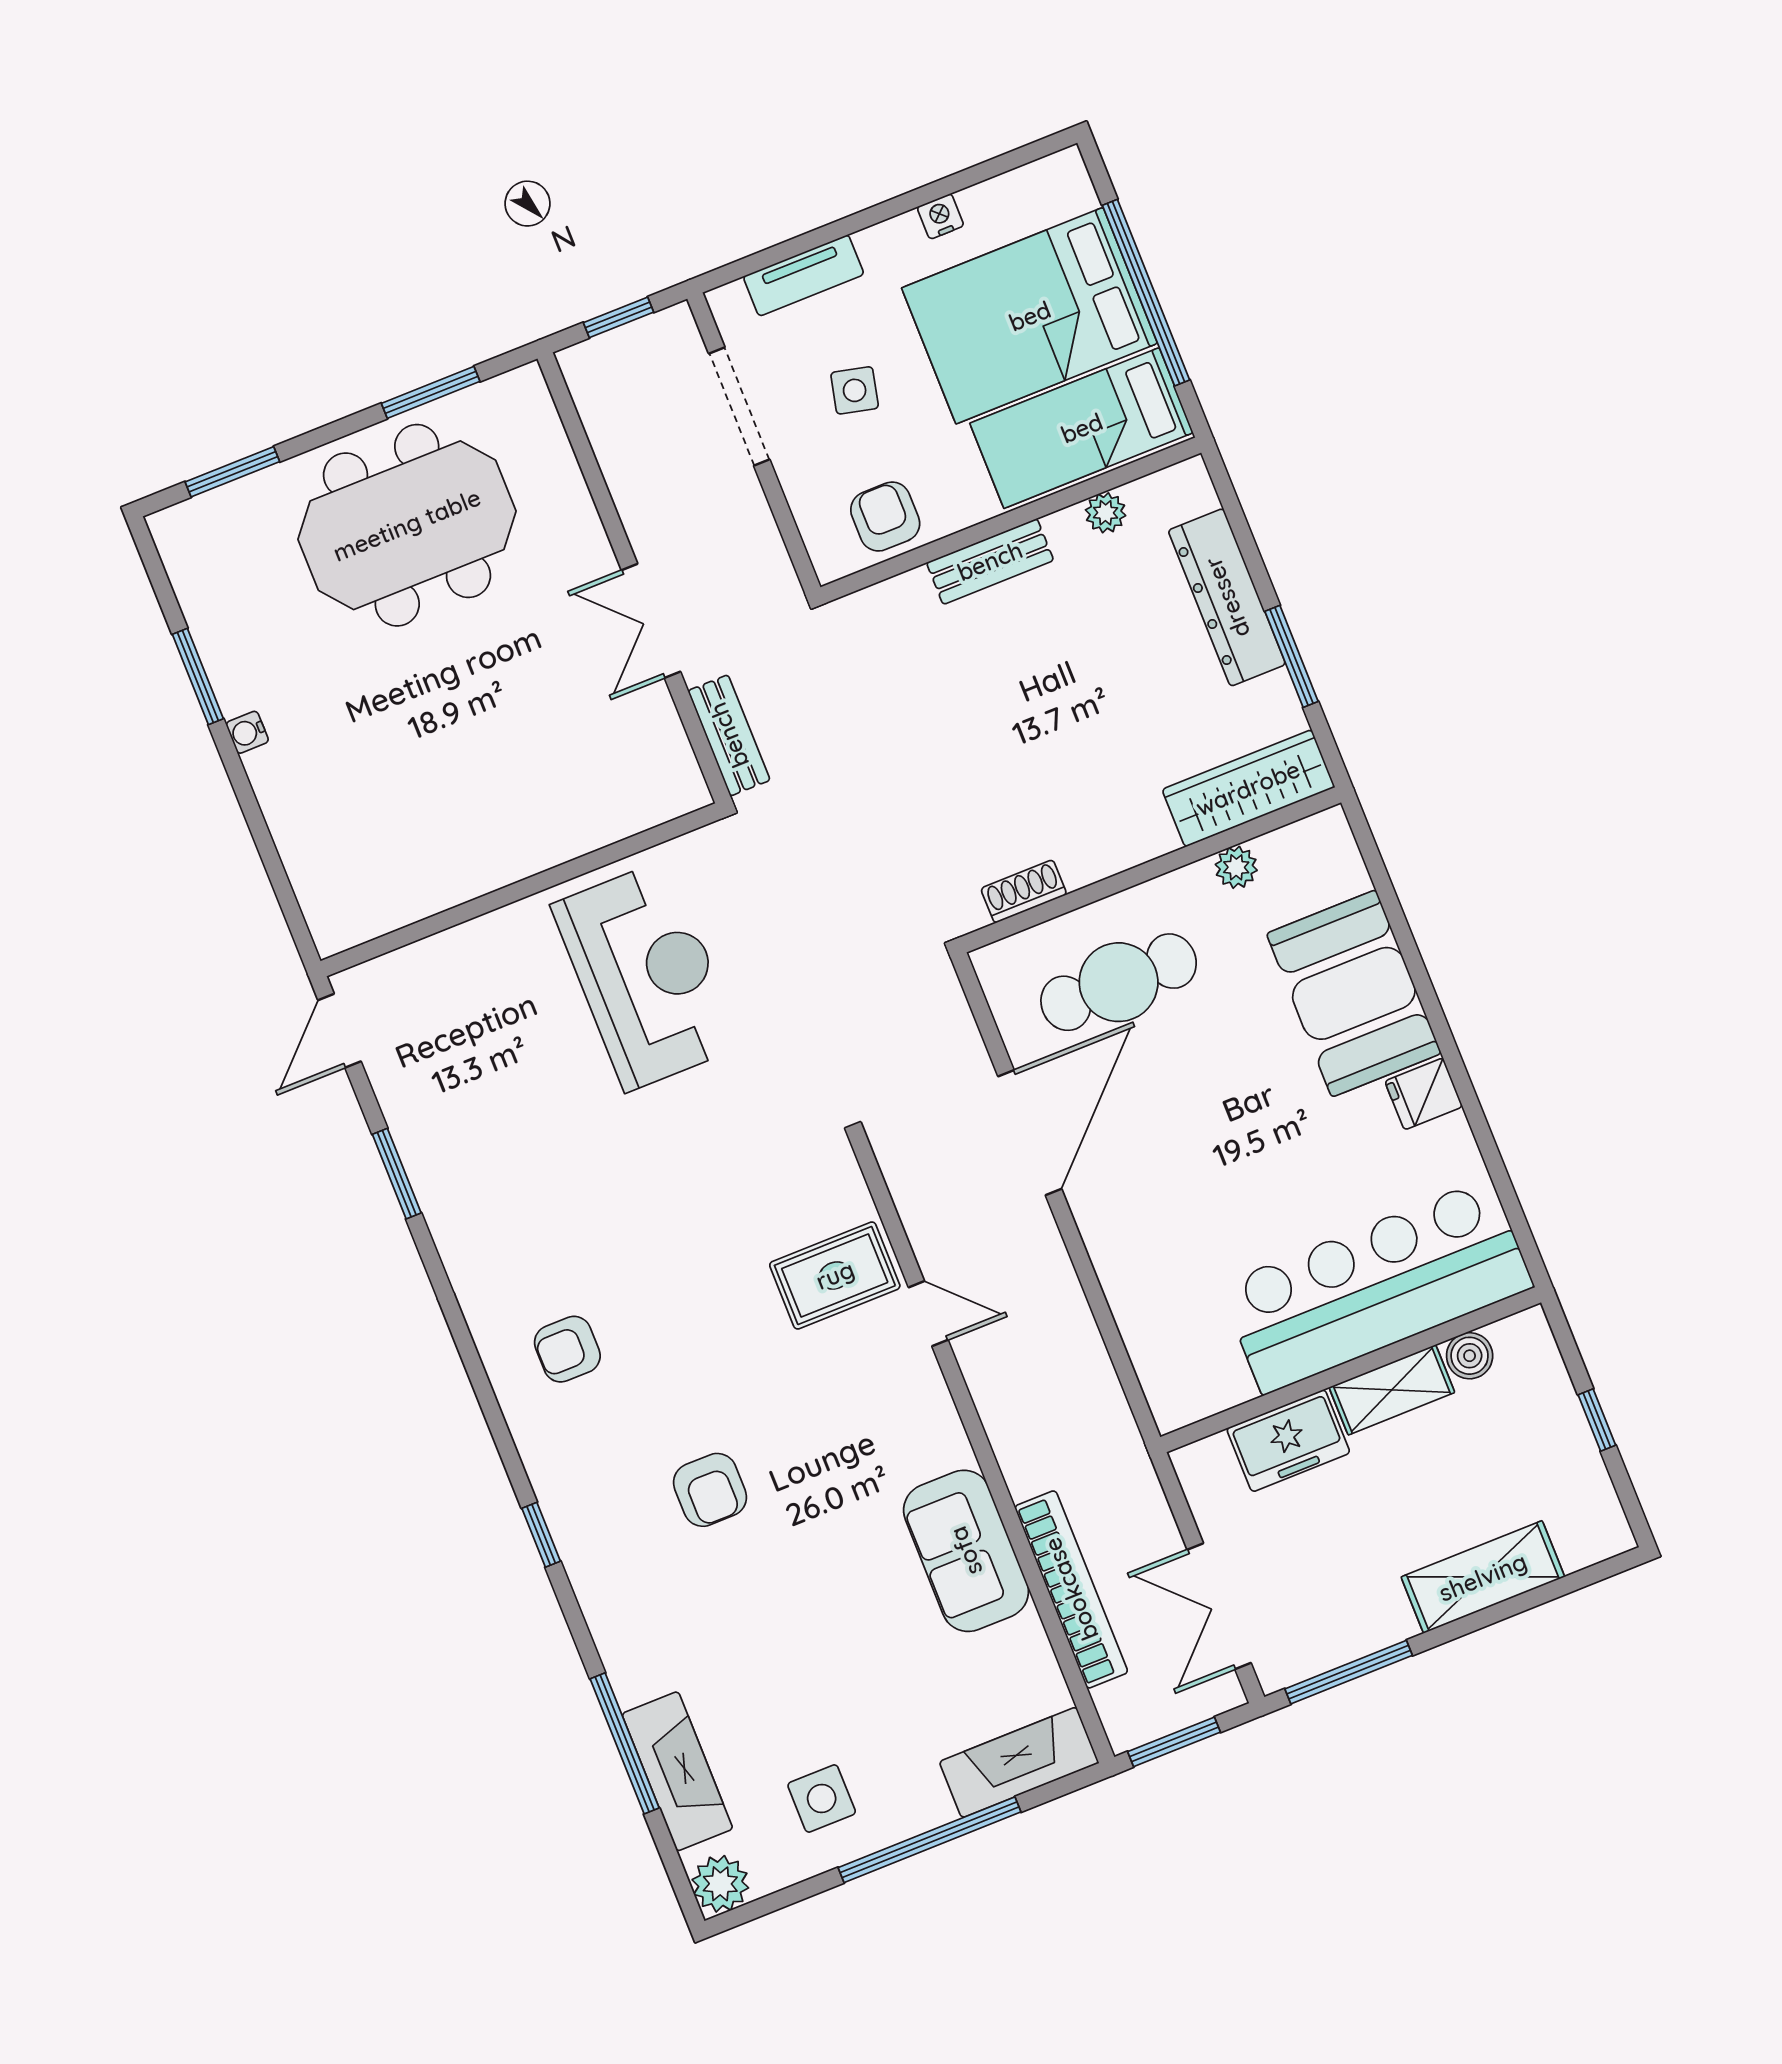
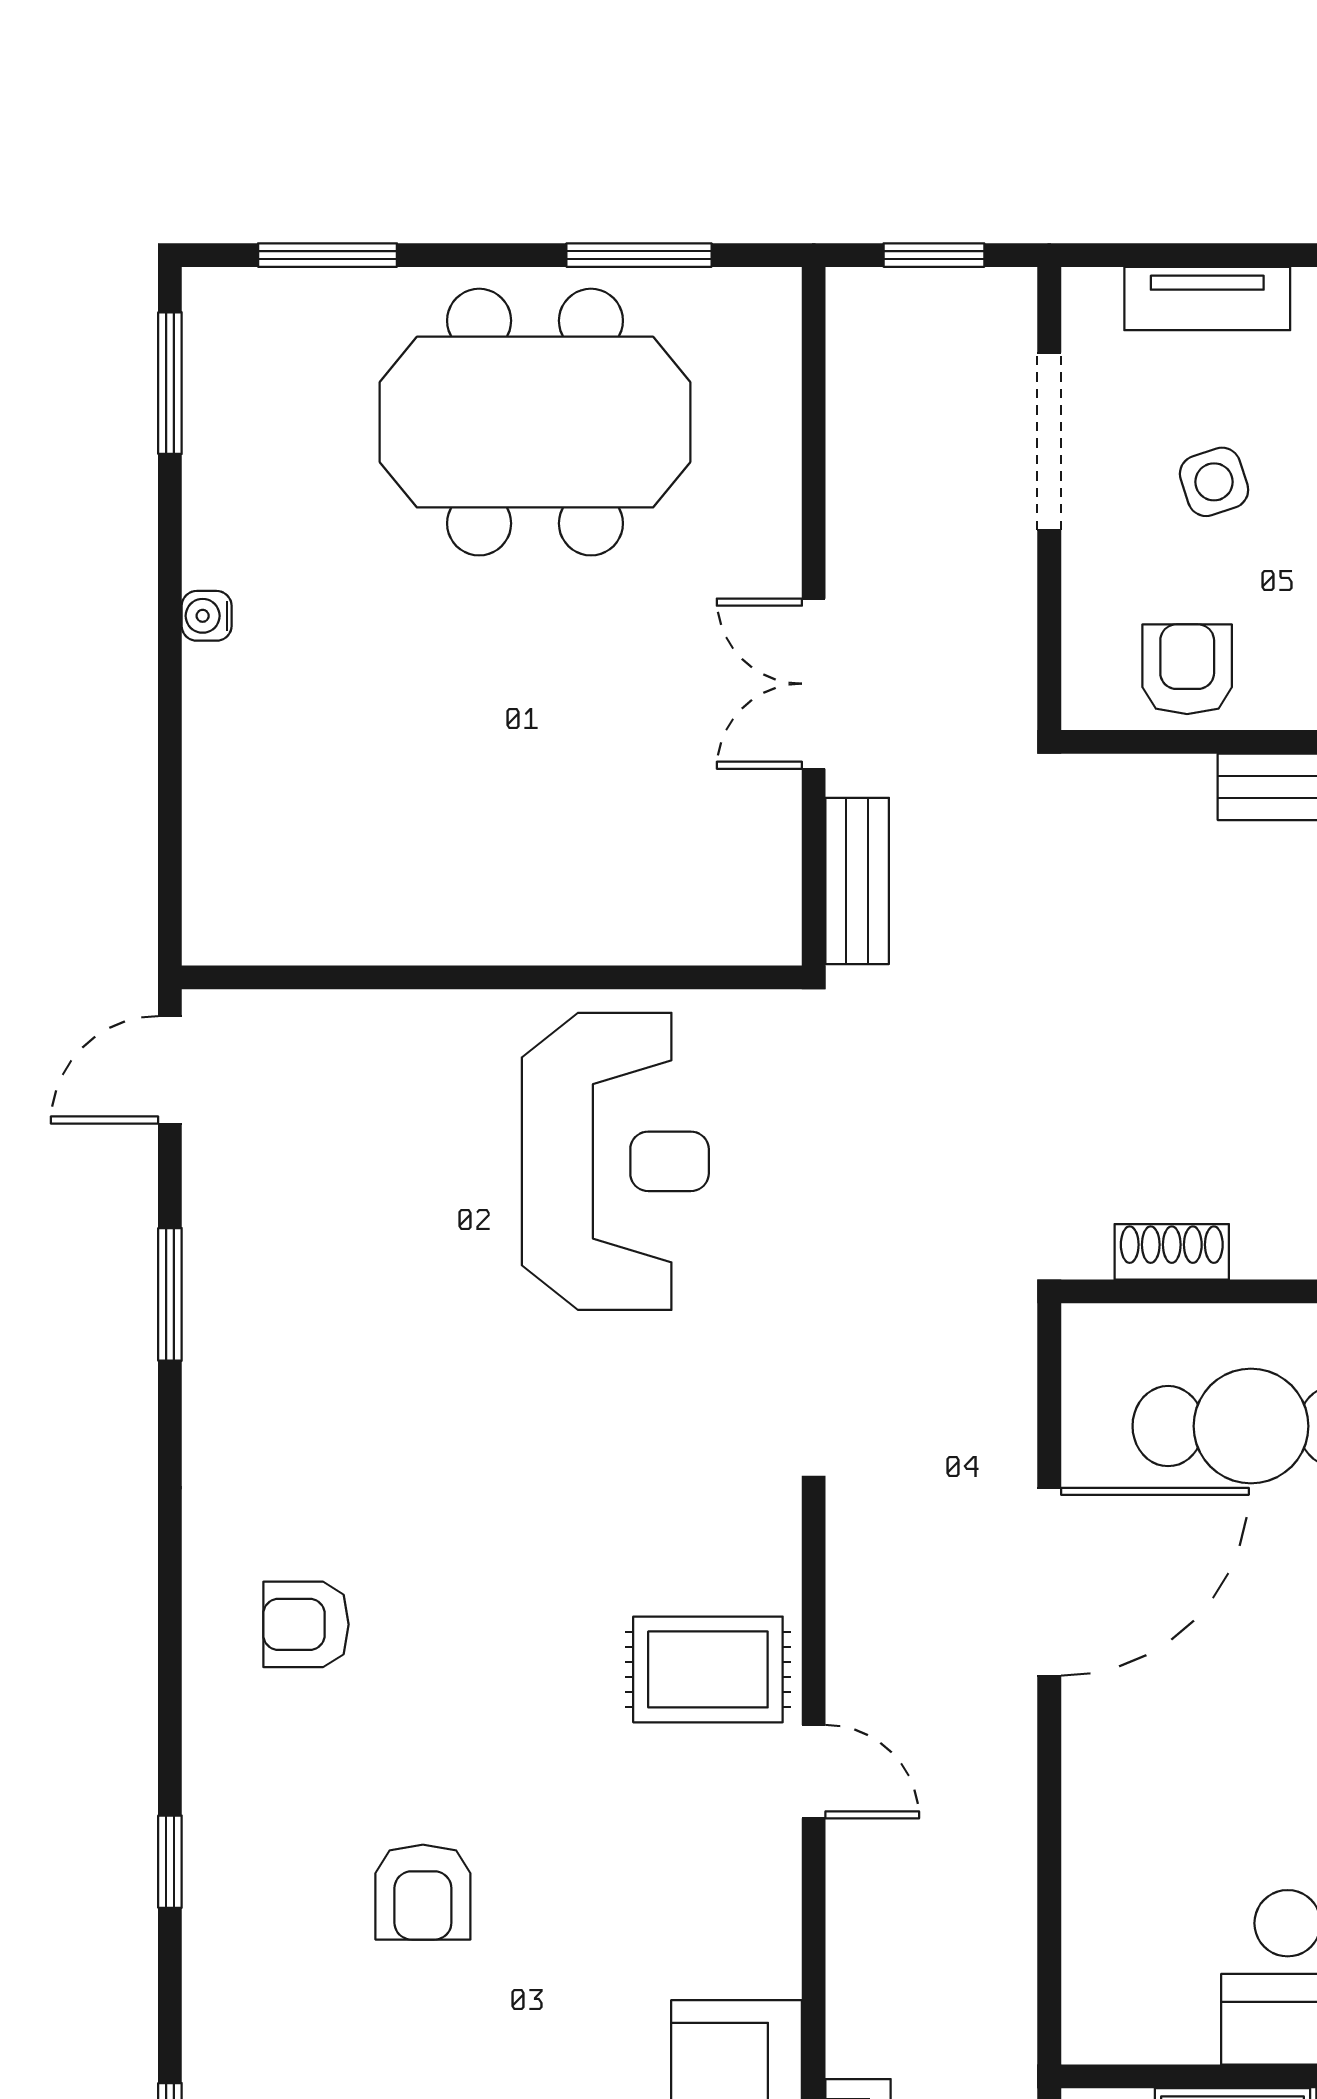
side table: (855, 390) -> (1214, 482), turned -31
window: (198, 677) -> (170, 383), moved

